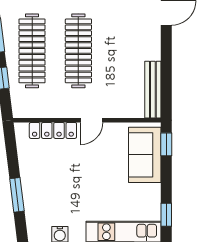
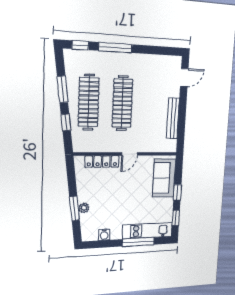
bench: (153, 90) -> (173, 118), moved
window: (166, 144) -> (177, 192), moved
plant: (30, 195) -> (84, 208), added

